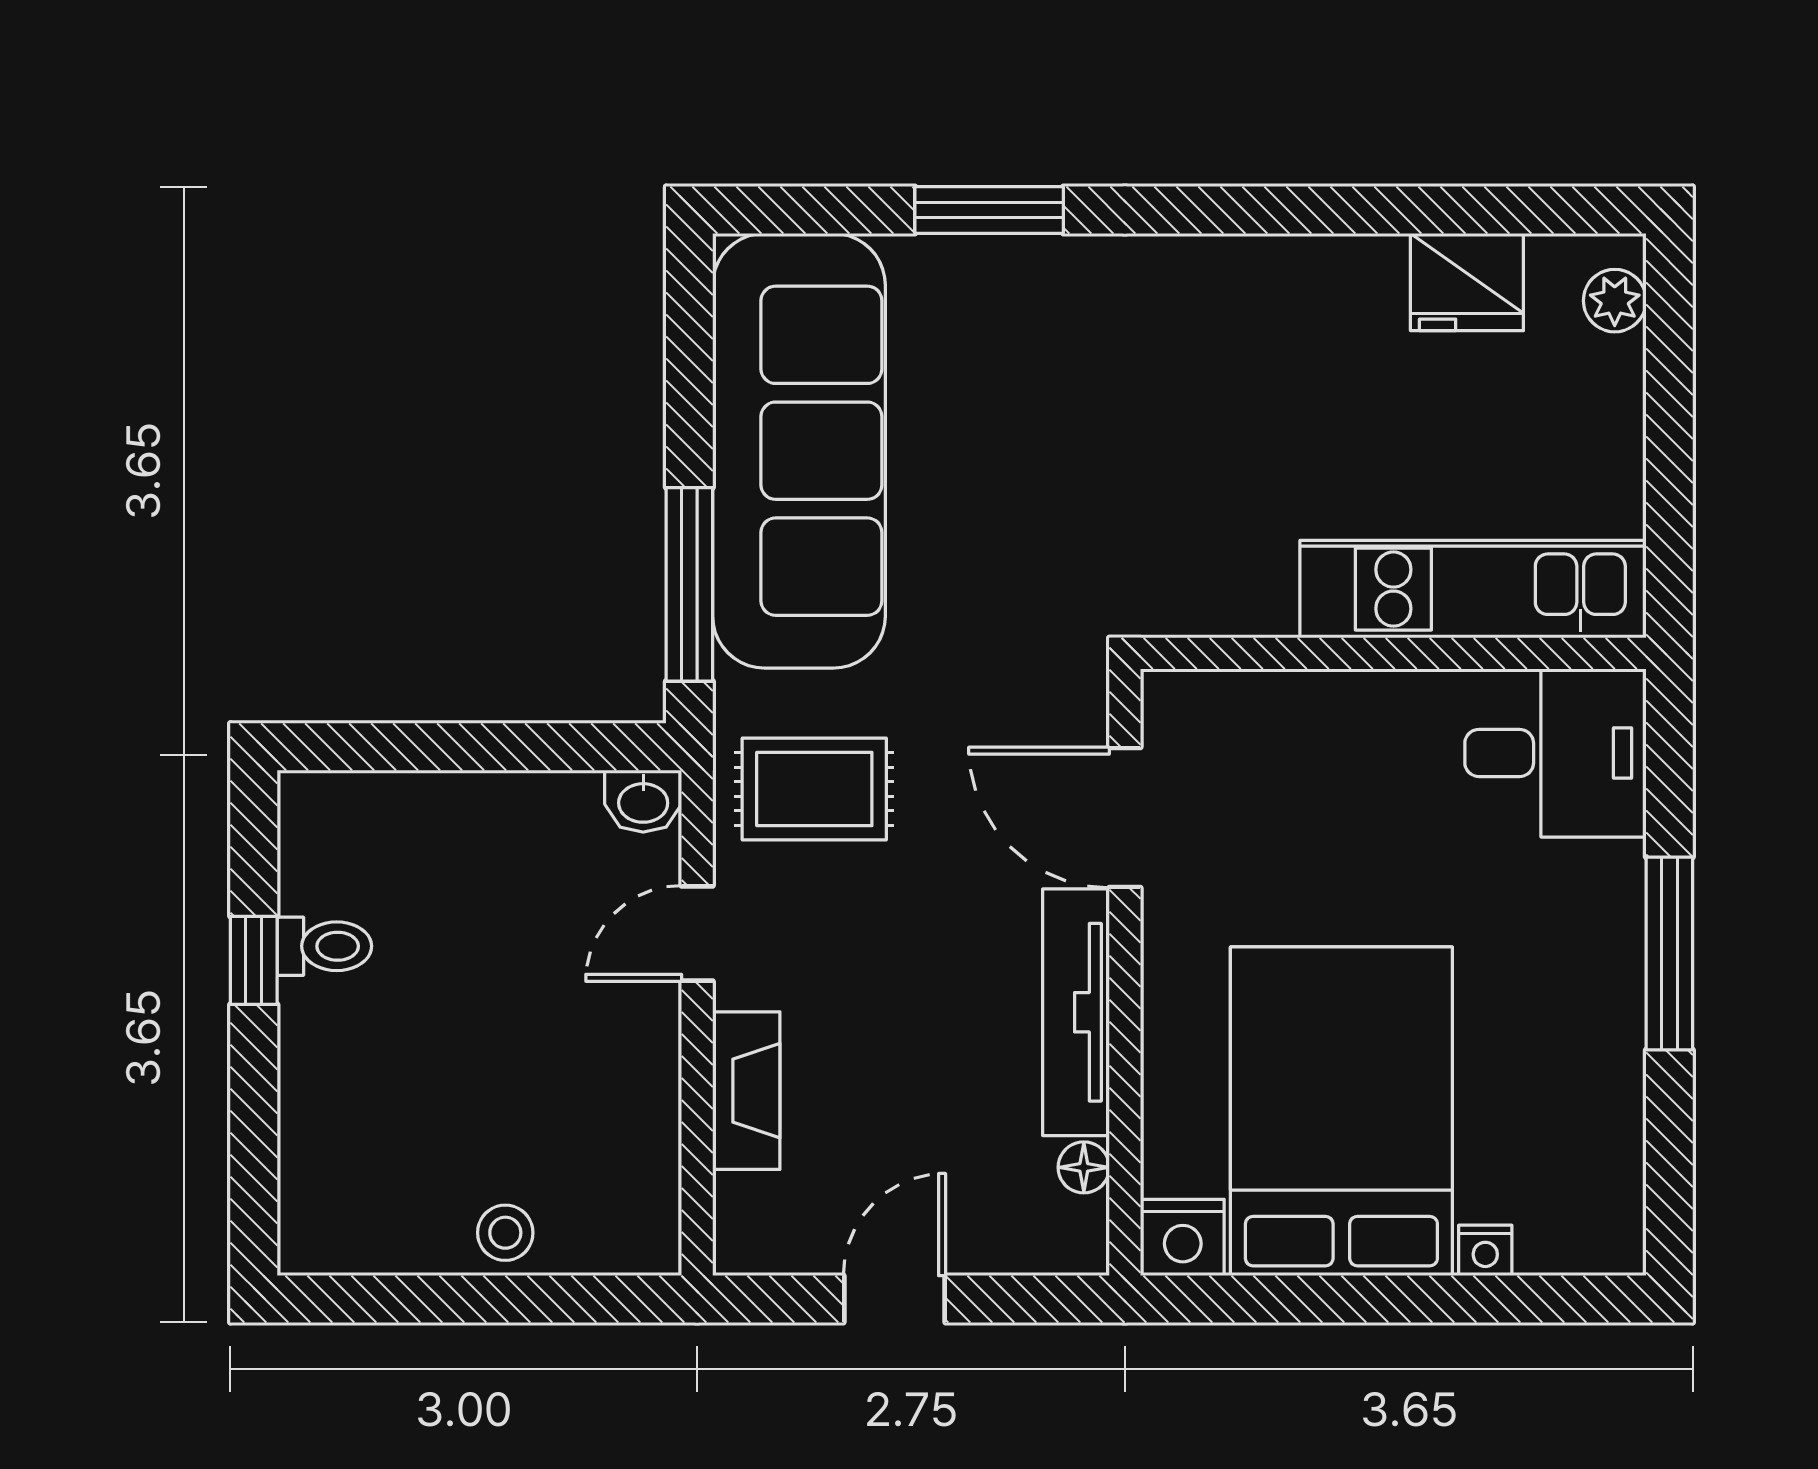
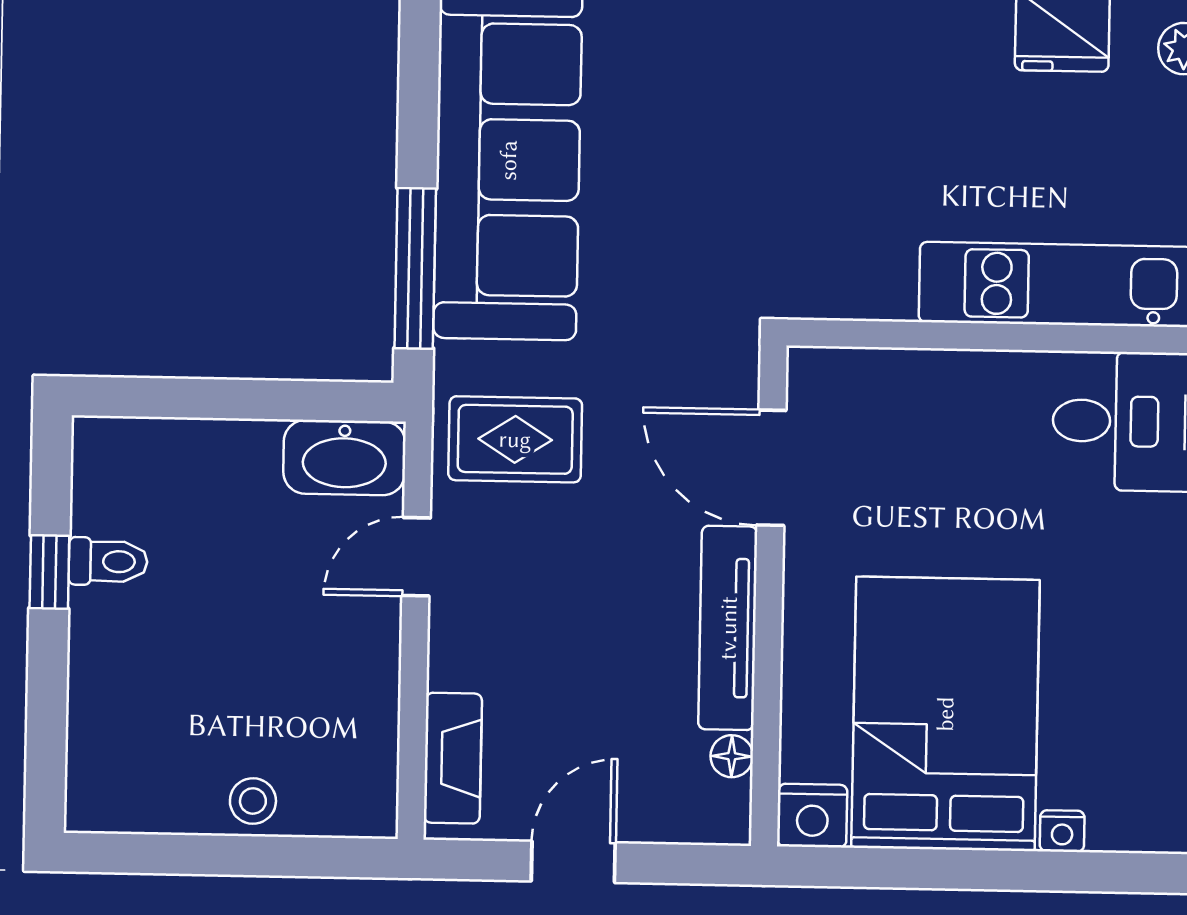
washbasin: (643, 801) -> (344, 458), width x1.91, depth x1.45
fireplace: (746, 1091) -> (453, 758), moved

